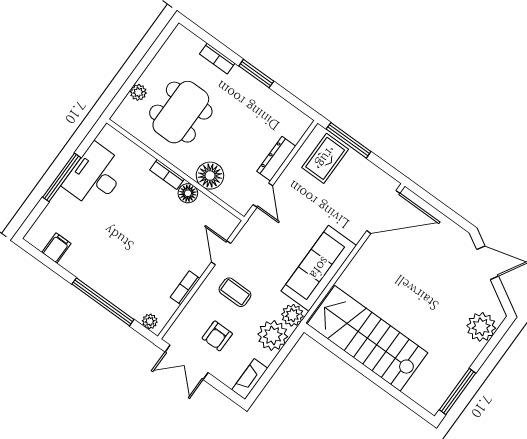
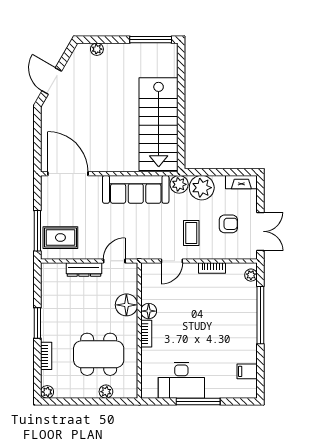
plant: (181, 33) -> (47, 392), added
plant: (481, 327) -> (97, 49), width x0.53, depth x0.53

